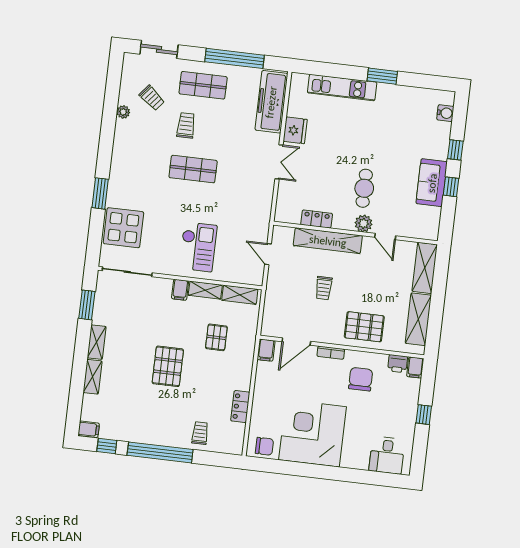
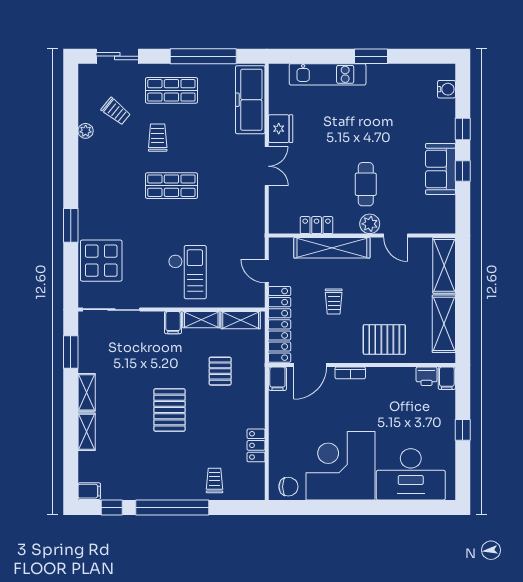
locker: (274, 303) -> (280, 324), added
chair: (361, 379) -> (387, 399), removed
desk: (387, 455) -> (411, 474), width x1.87, depth x1.30

